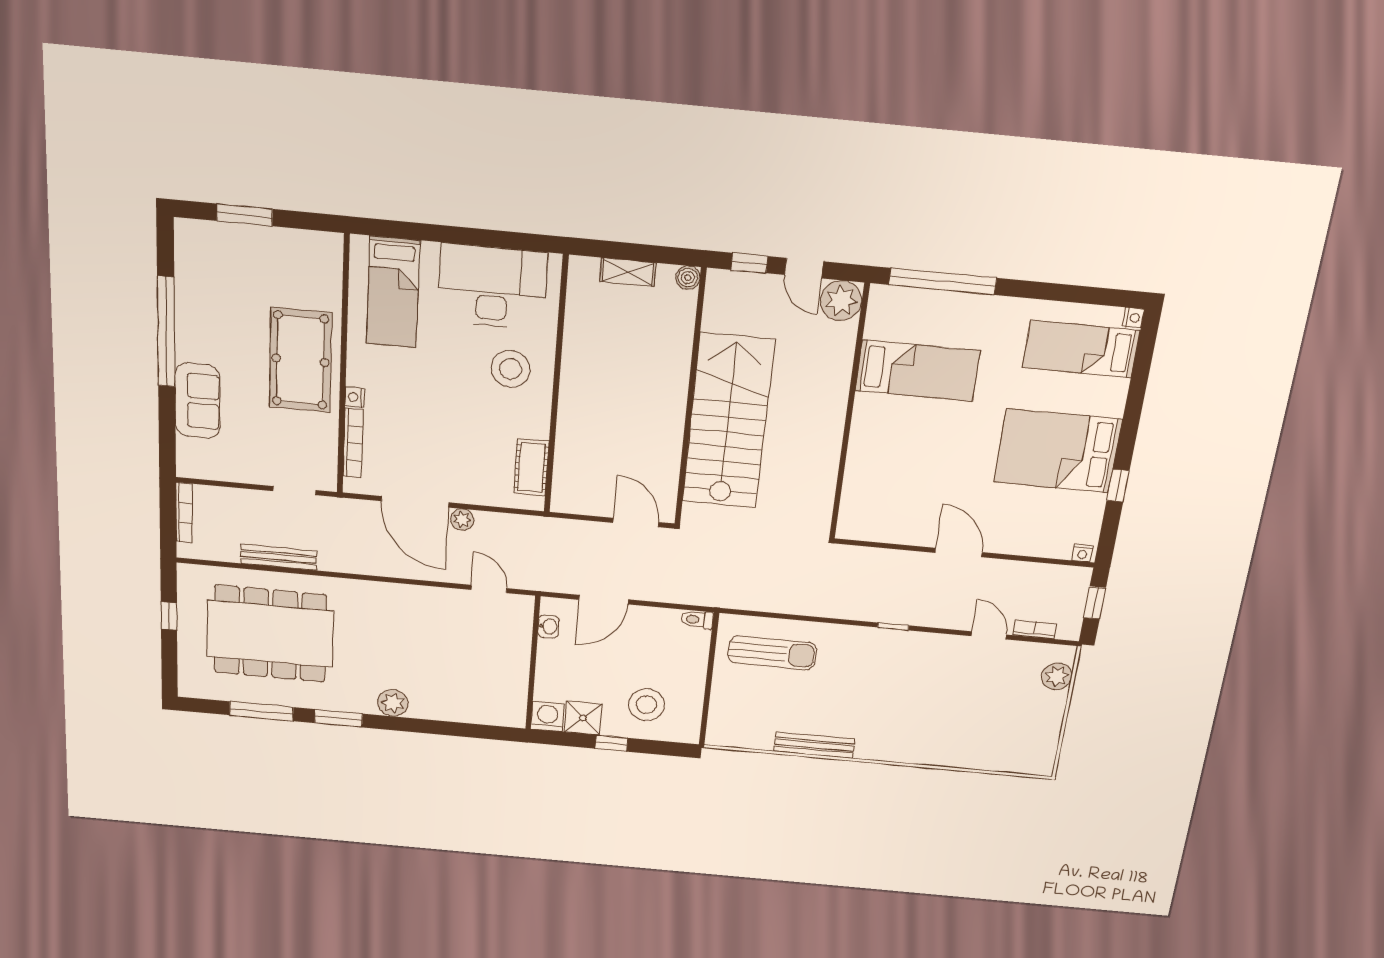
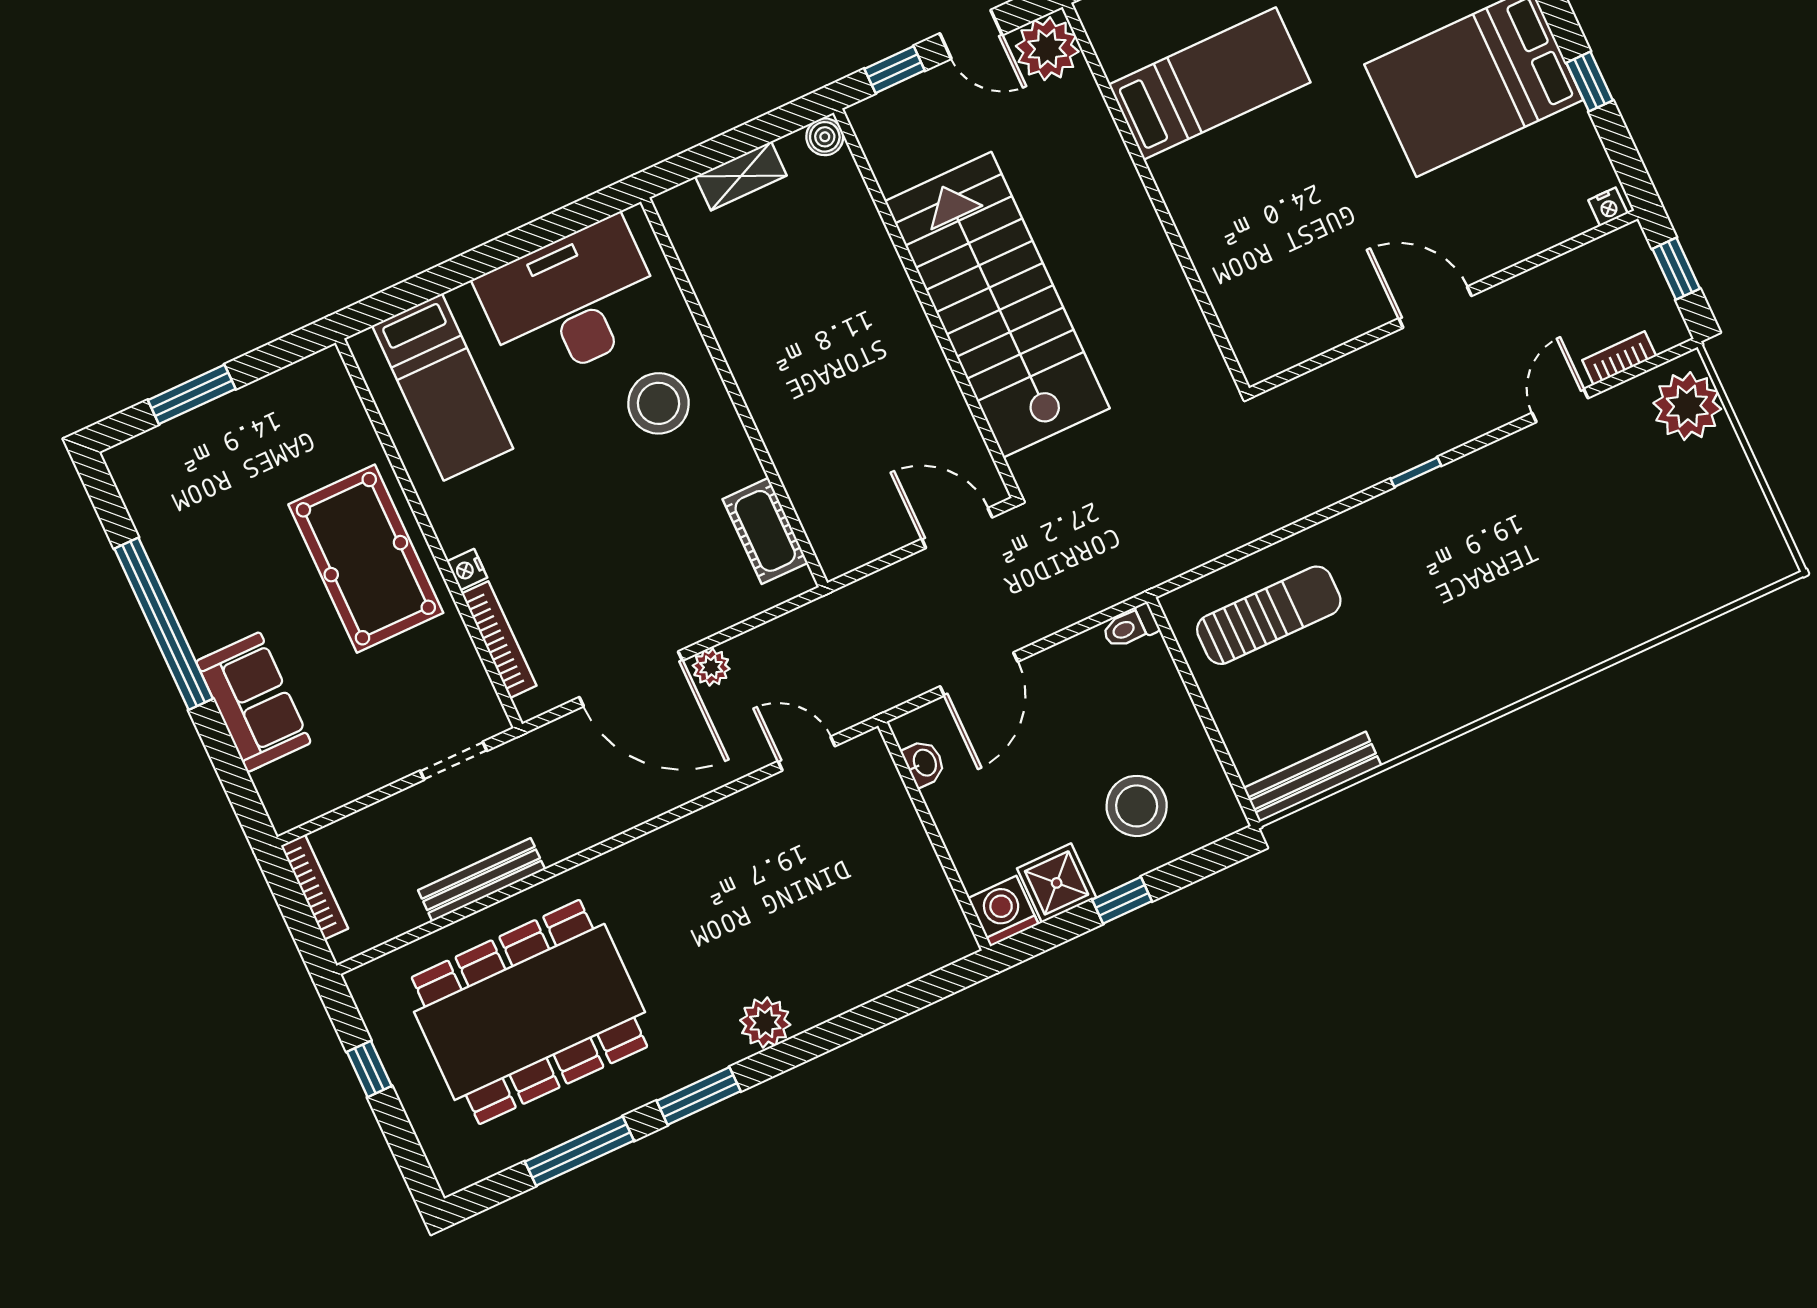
door: (989, 635) -> (1560, 405), hinge flipped
plant: (1057, 676) -> (1687, 406), width x1.36, depth x1.36
bench: (814, 745) -> (1313, 777), moved

